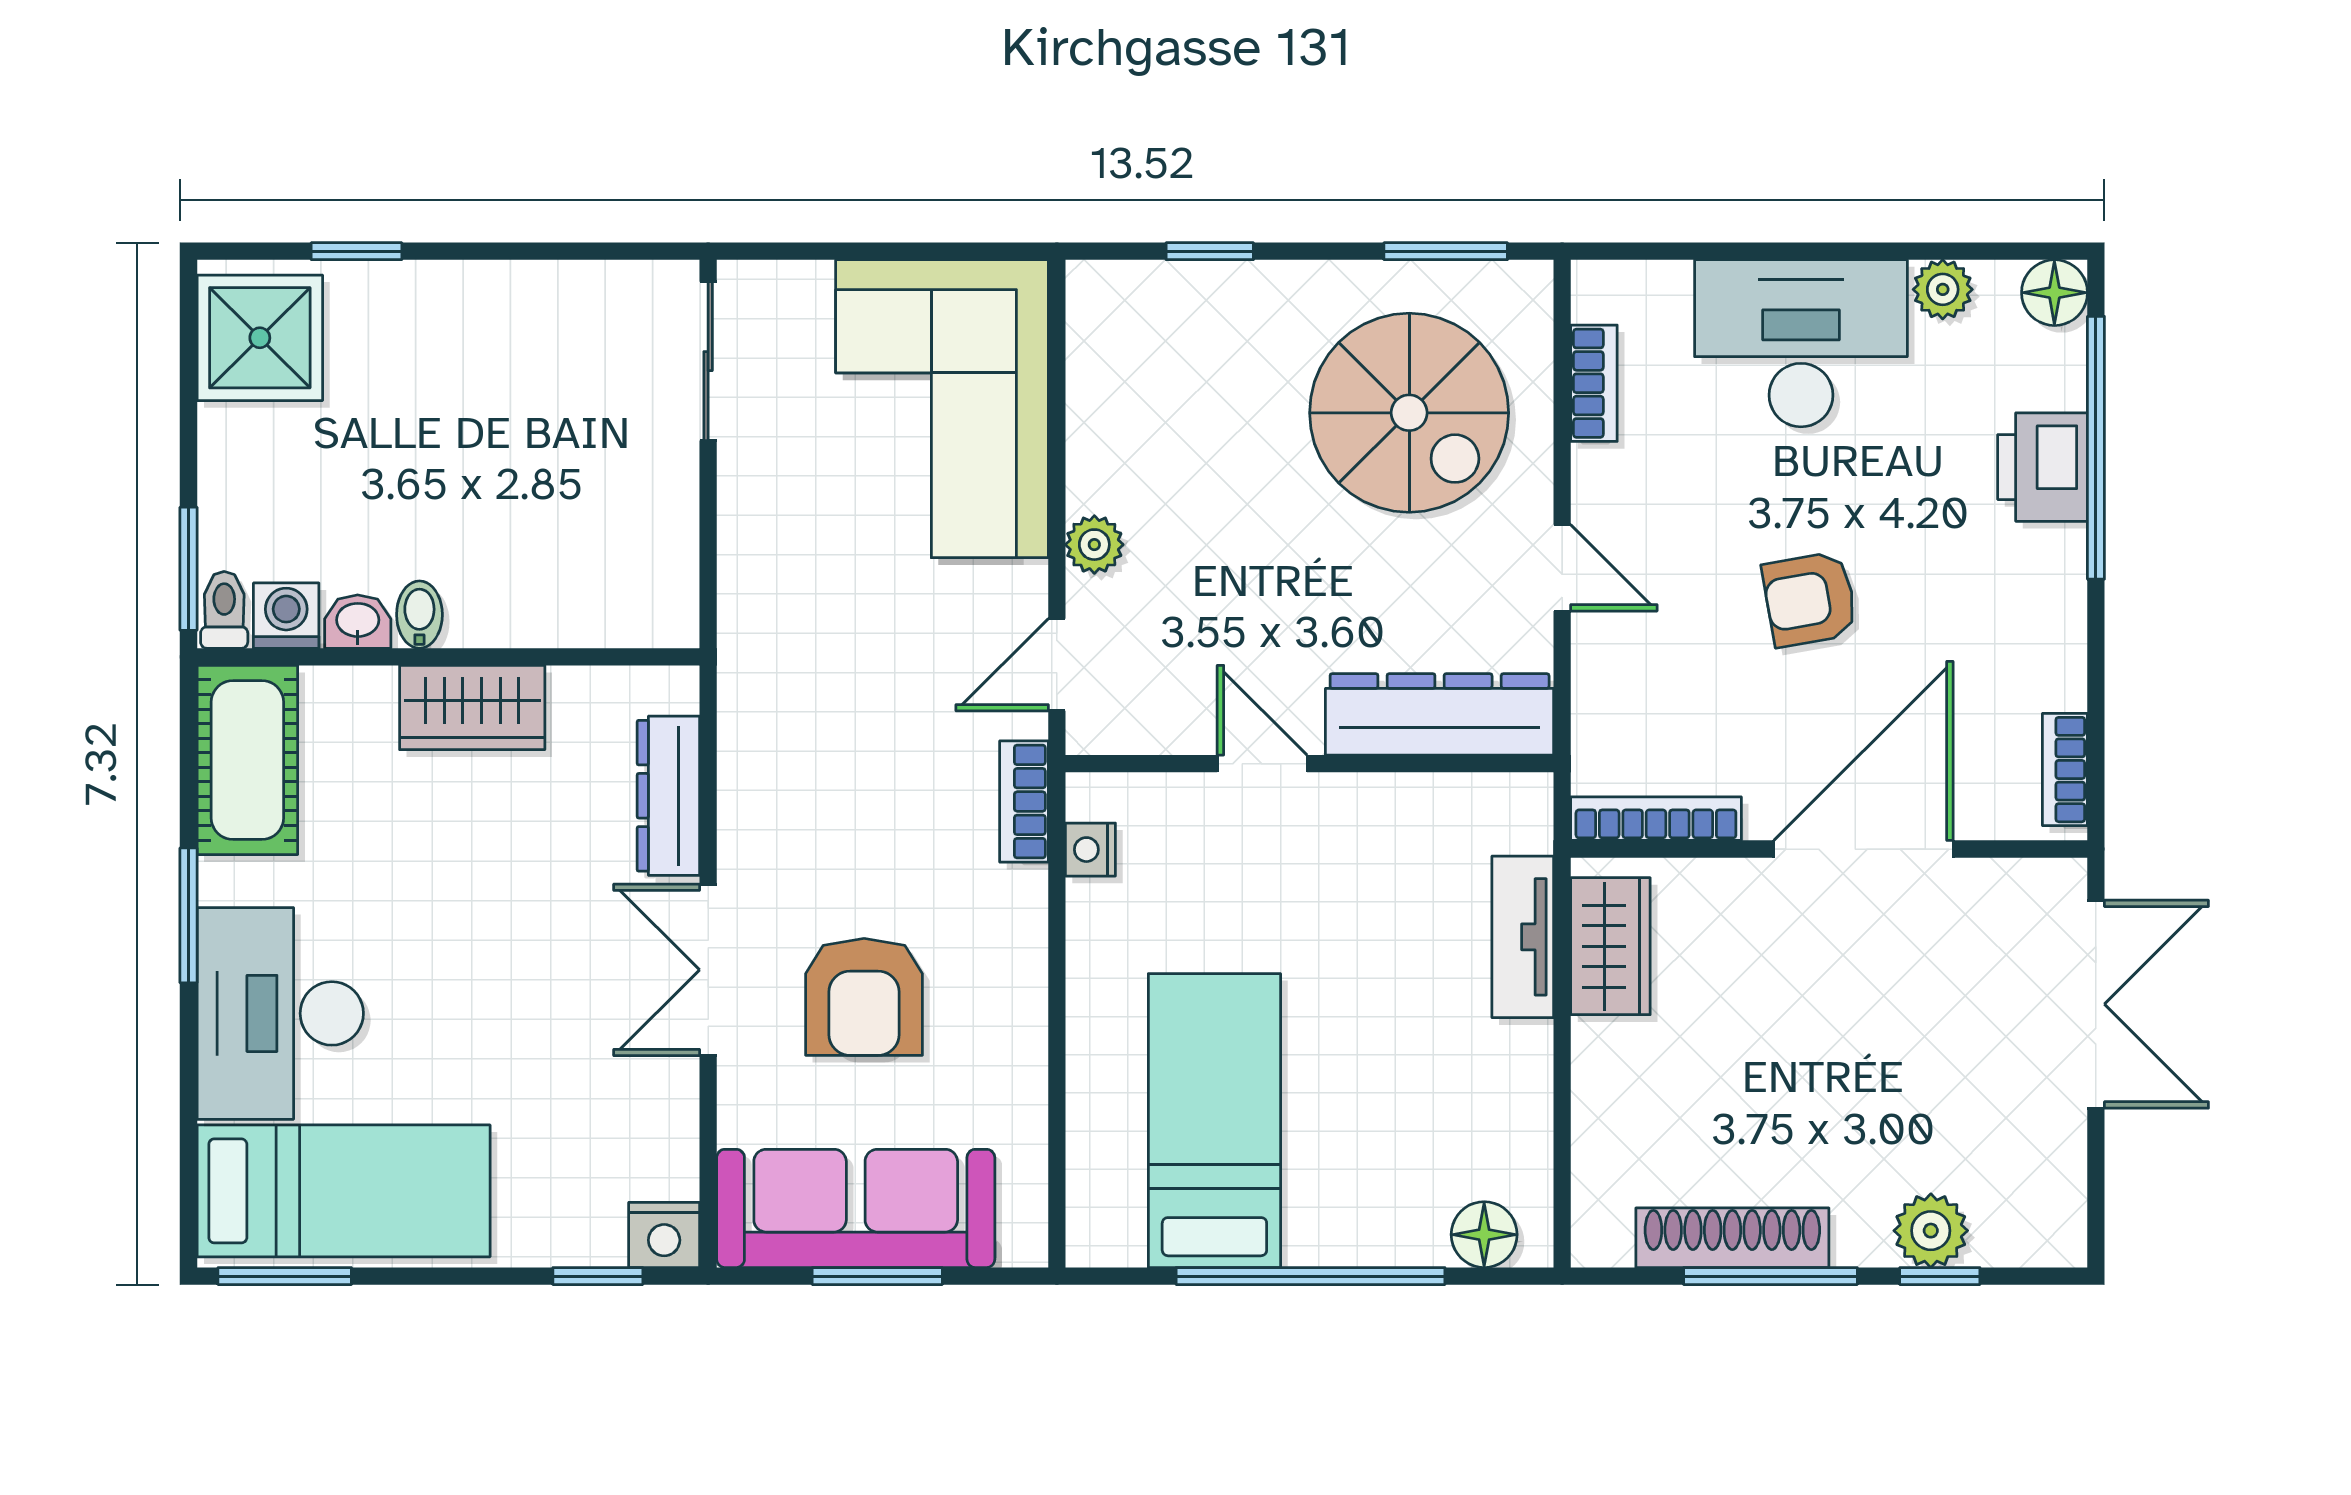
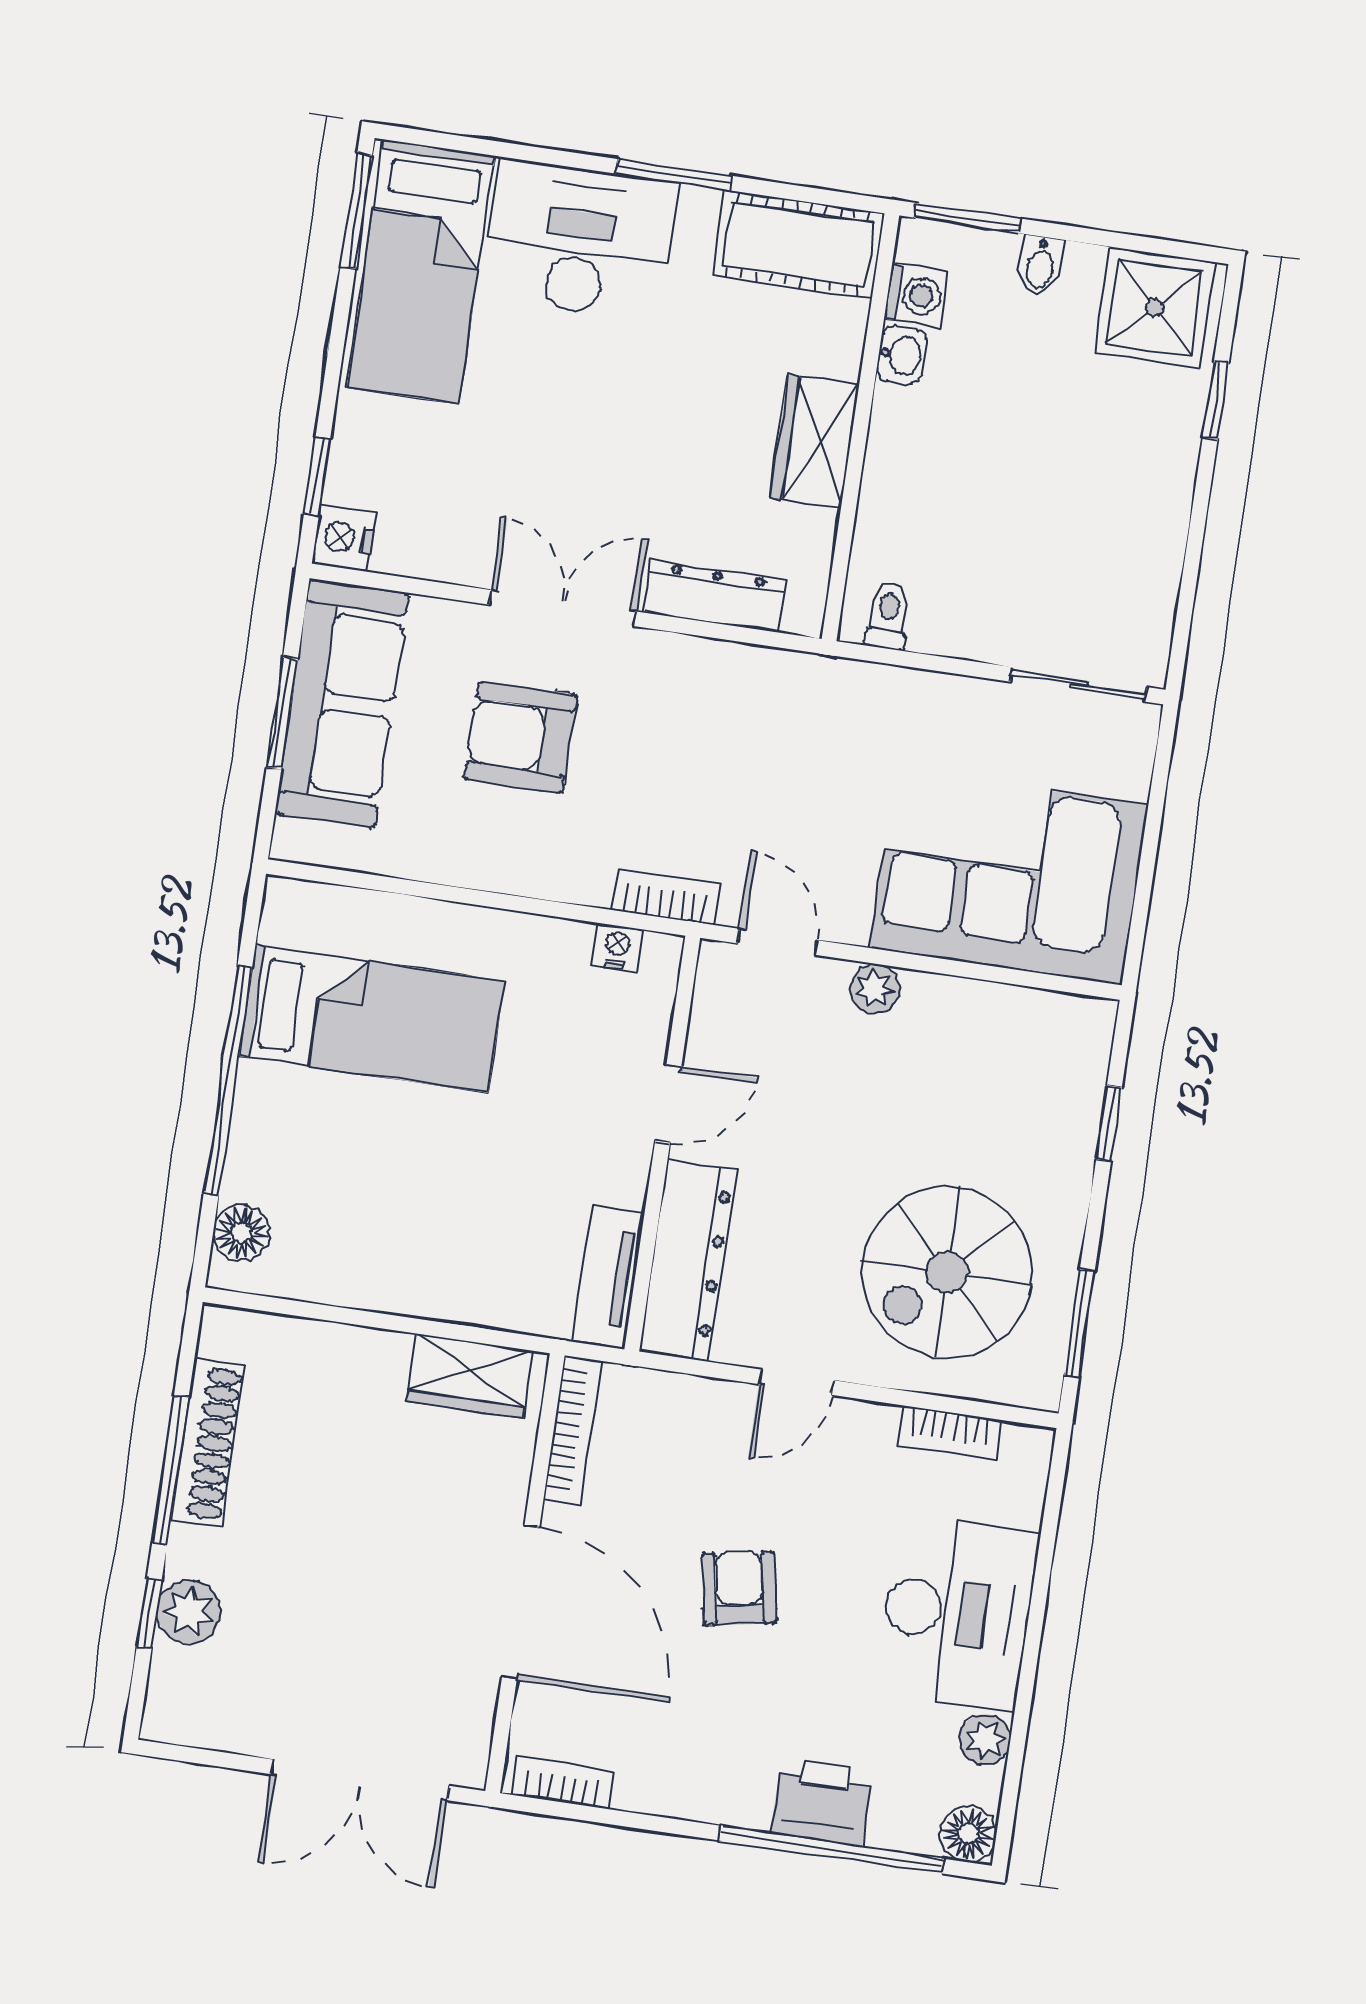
toilet: (224, 610) -> (888, 616), moved, turned -90
bidet: (419, 615) -> (1040, 265), moved, turned 90
tv unit: (1523, 937) -> (608, 1277), moved, turned -90

